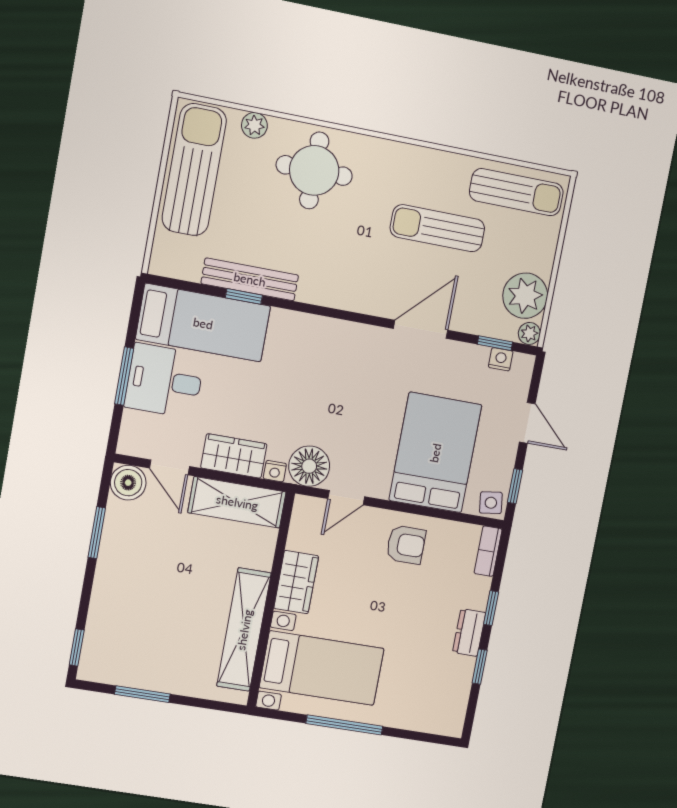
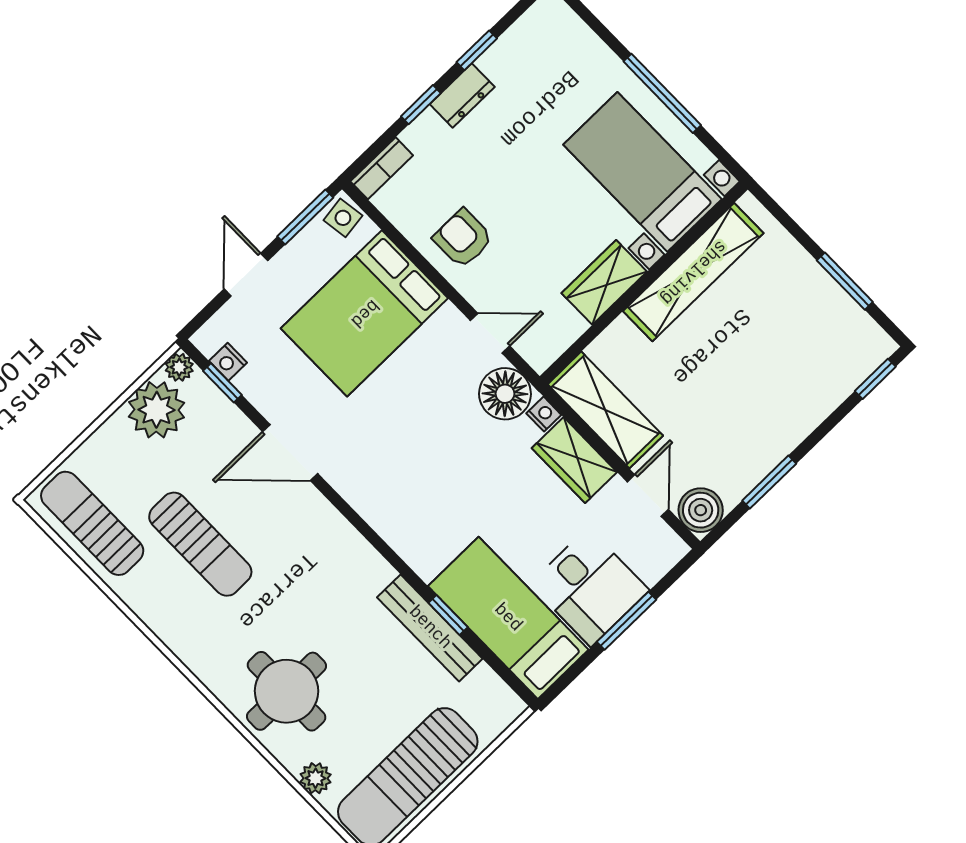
window: (515, 486) -> (305, 217), width x1.50

